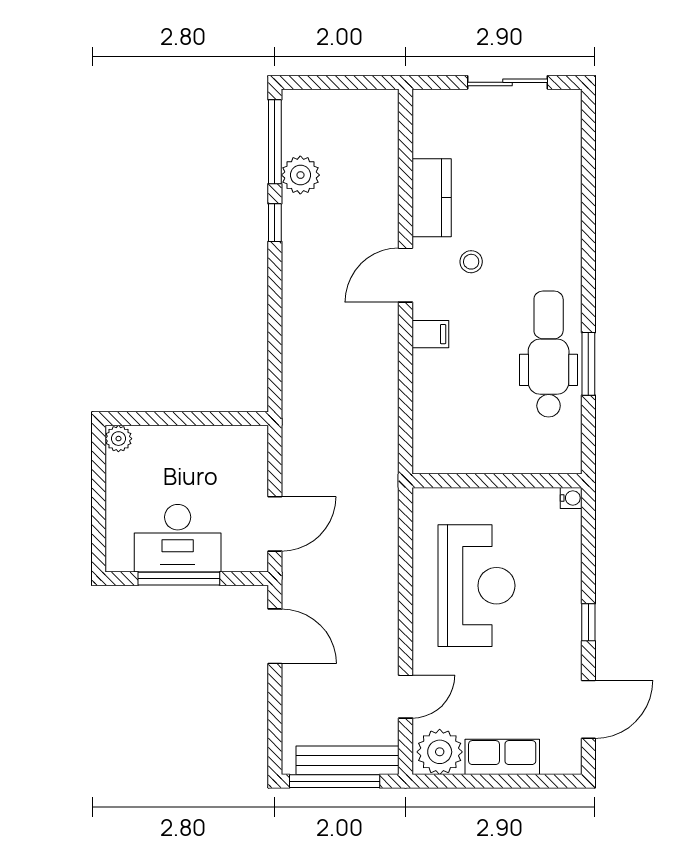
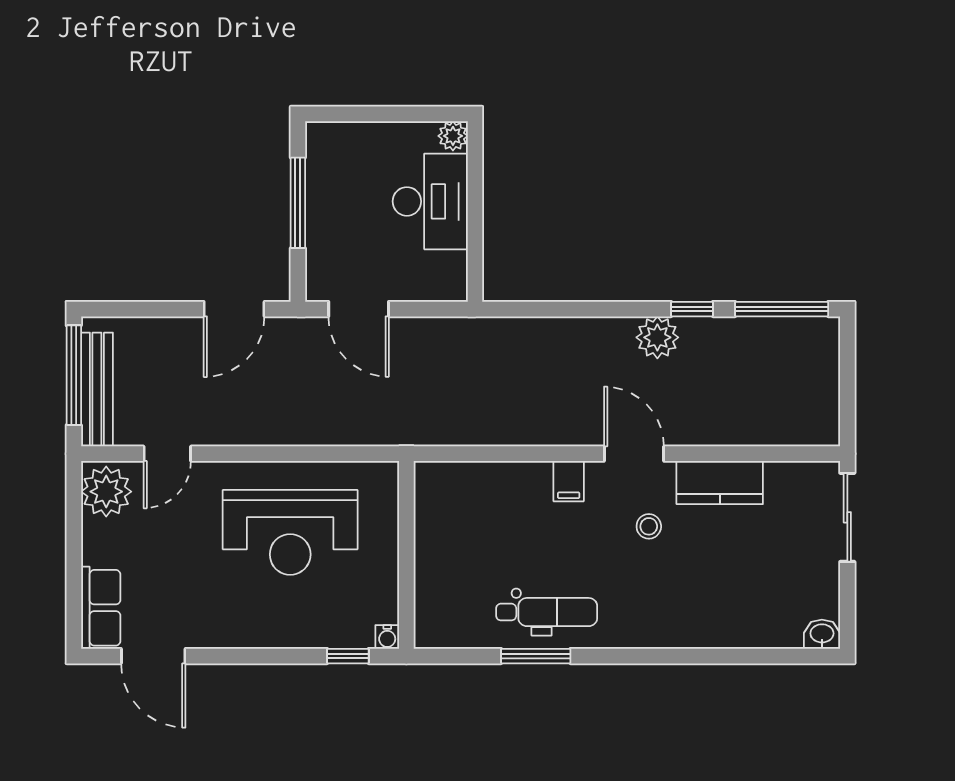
sliding door: (507, 82) -> (847, 517), moved
washbasin: (569, 105) -> (822, 634), added
plant: (300, 175) -> (657, 337), moved
dental chair: (549, 354) -> (547, 612), width x0.73, depth x0.72
desk: (178, 538) -> (430, 201), moved, turned 180
window: (588, 622) -> (348, 656), moved
door: (405, 697) -> (167, 454), hinge flipped
row of seats: (502, 757) -> (101, 608), moved

